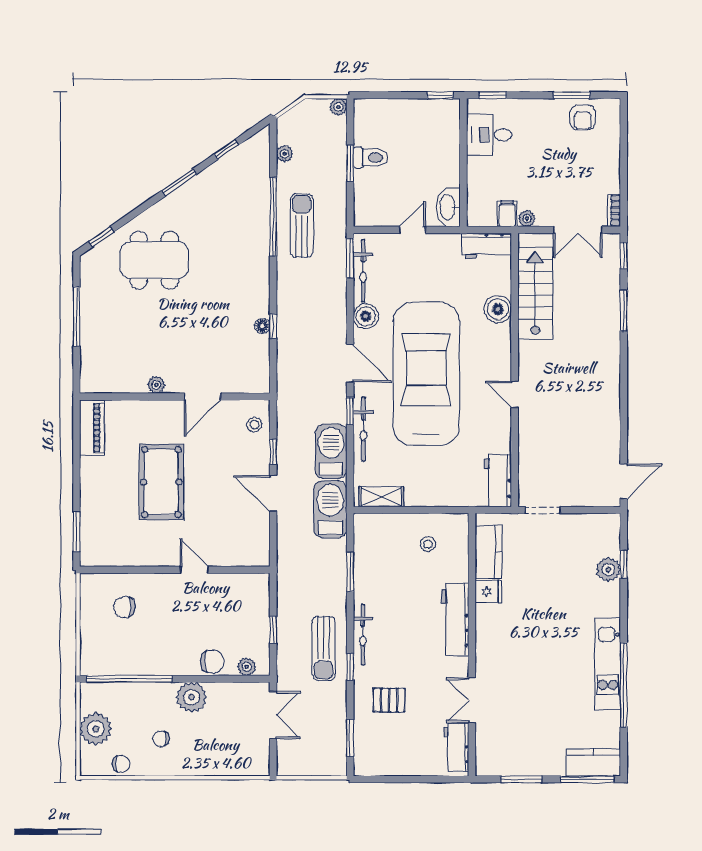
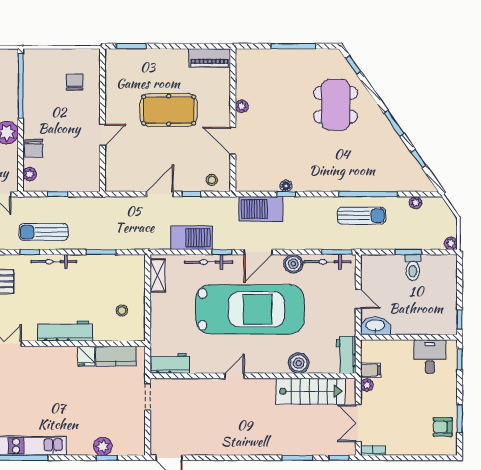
barbecue: (330, 509) -> (261, 209), moved, turned 180

